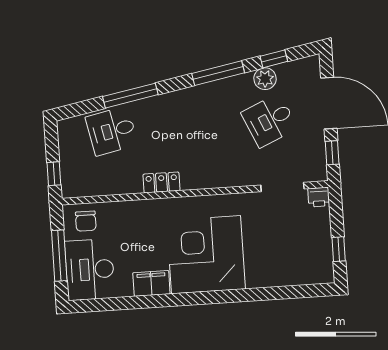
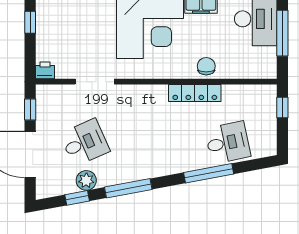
locker: (161, 182) -> (195, 93), width x1.53
doorway: (282, 187) -> (95, 82), moved
chair: (86, 221) -> (206, 66), moved

